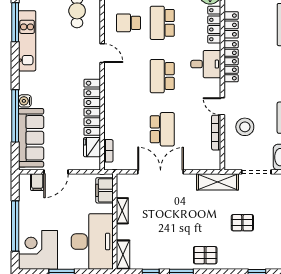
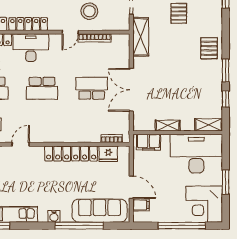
desk: (206, 64) -> (31, 48), width x1.37
water cooler: (25, 101) -> (54, 216), moved

